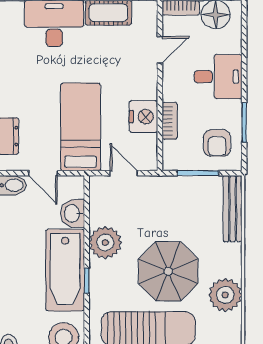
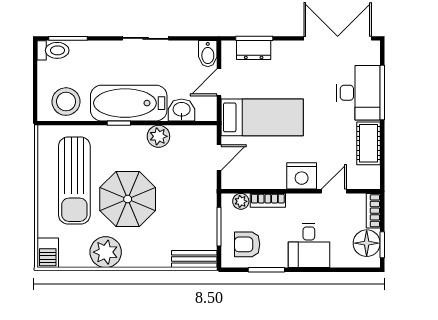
door: (160, 50) -> (334, 191), swing flipped
nightstand: (143, 117) -> (302, 176), moved
plant: (171, 150) -> (241, 201), added
bench: (233, 209) -> (194, 259), width x0.73
plant: (105, 243) -> (158, 136), width x0.73, depth x0.73

